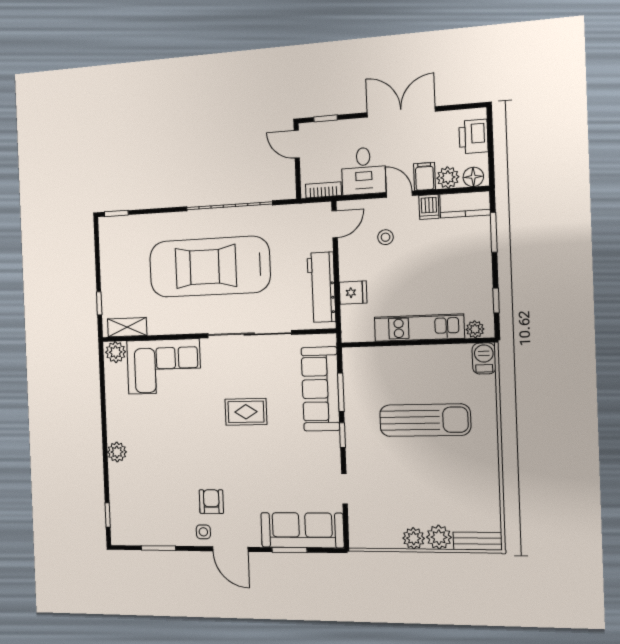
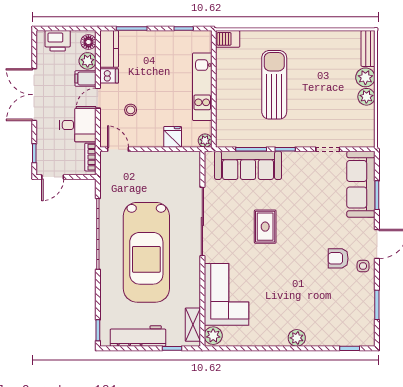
workbench: (321, 287) -> (138, 336), moved, turned 180
plant: (475, 329) -> (205, 141), moved

